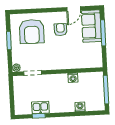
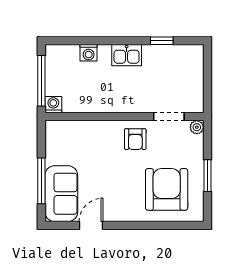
armchair: (60, 30) -> (135, 139), moved
washing machine: (73, 78) -> (53, 105), moved
kitchen sink: (40, 108) -> (127, 55), moved

